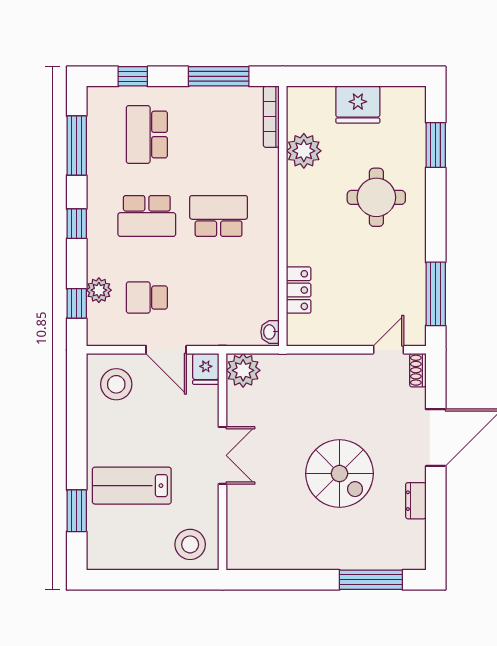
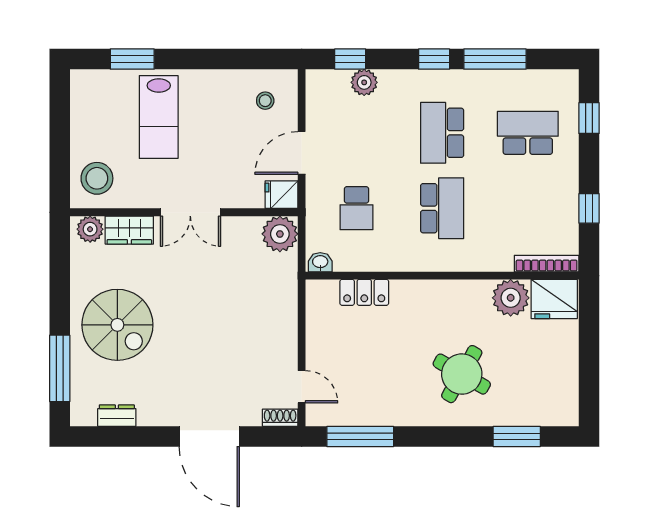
window: (219, 76) -> (589, 208), width x0.46
fridge: (358, 105) -> (554, 299), moved, turned -90
window: (77, 146) -> (495, 59), moved
round table: (376, 197) -> (462, 374), turned 30
school desk: (147, 297) -> (356, 208), moved, turned 180
stool: (116, 384) -> (265, 101), width x0.53, depth x0.53
spiral stairs: (339, 474) -> (117, 325), moved, turned -90
lab bench: (132, 486) -> (159, 117), turned 180
dresser: (416, 501) -> (117, 416), moved
wardrobe: (239, 514) -> (129, 230), added
plant: (239, 551) -> (90, 229), added

